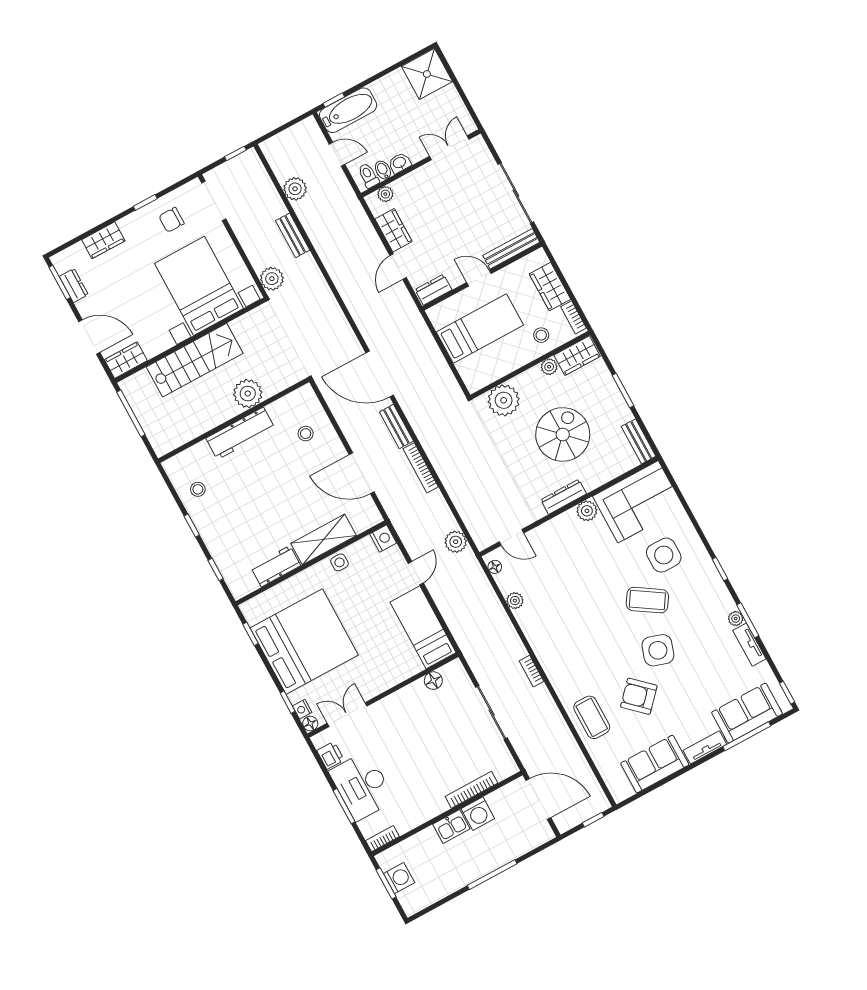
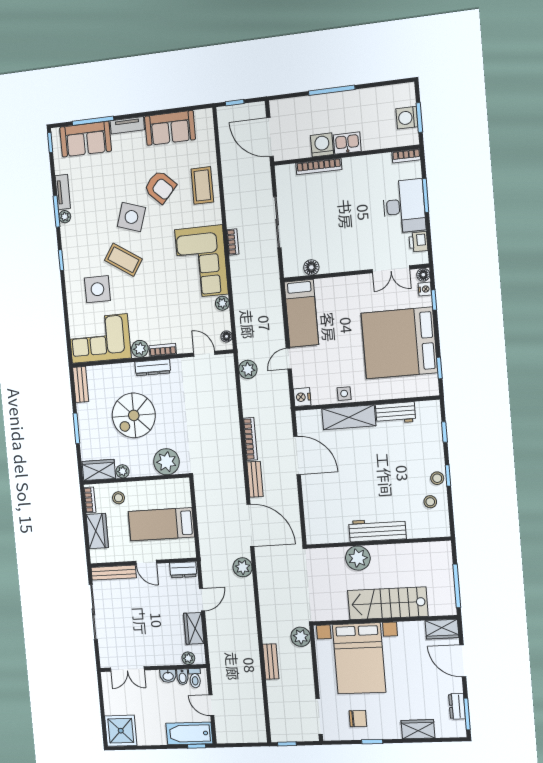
plant: (295, 189) -> (243, 567), moved
stool: (306, 434) -> (437, 478), moved
bookcase: (560, 521) -> (163, 350), added
corner sofa: (557, 635) -> (201, 262), added

